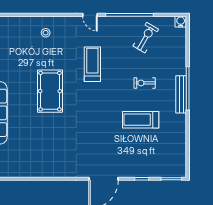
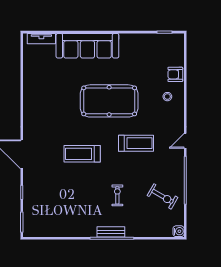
armchair: (23, 25) -> (175, 74), added
pool table: (50, 91) -> (109, 101), width x1.36, depth x1.32
bench: (181, 94) -> (111, 232), width x0.73
treadmill: (141, 120) -> (82, 154), moved, turned -90

